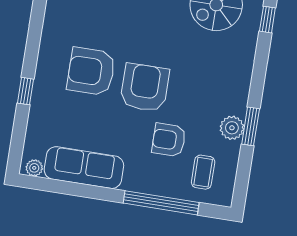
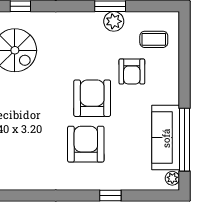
armchair: (91, 71) -> (86, 144), turned 180
armchair: (145, 88) -> (92, 98), turned 90
window: (161, 203) -> (184, 140), moved

